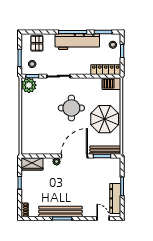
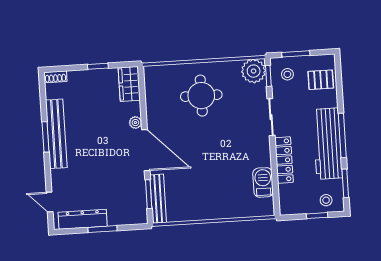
locker: (106, 70) -> (284, 160), moved
barbecue: (111, 84) -> (263, 182), moved
round table: (71, 108) -> (201, 96), moved
parasol: (105, 119) -> (207, 194), removed
door: (103, 219) -> (50, 202), swing flipped

